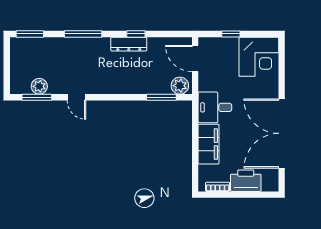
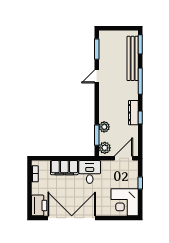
bench: (50, 45) -> (133, 58), added
plant: (39, 86) -> (104, 127), moved
printer: (246, 181) -> (39, 205), moved

